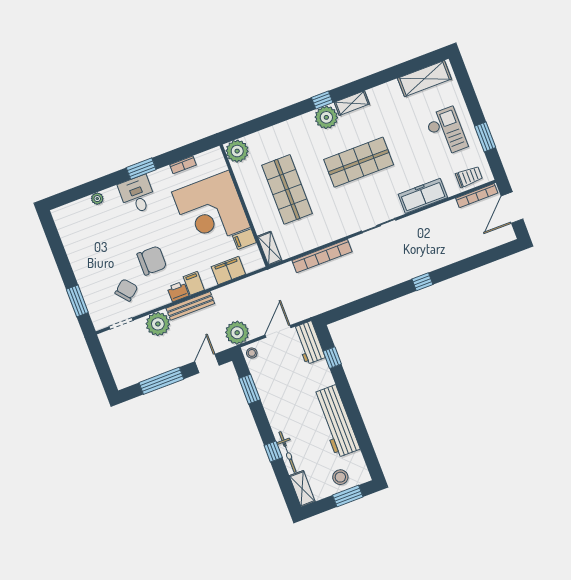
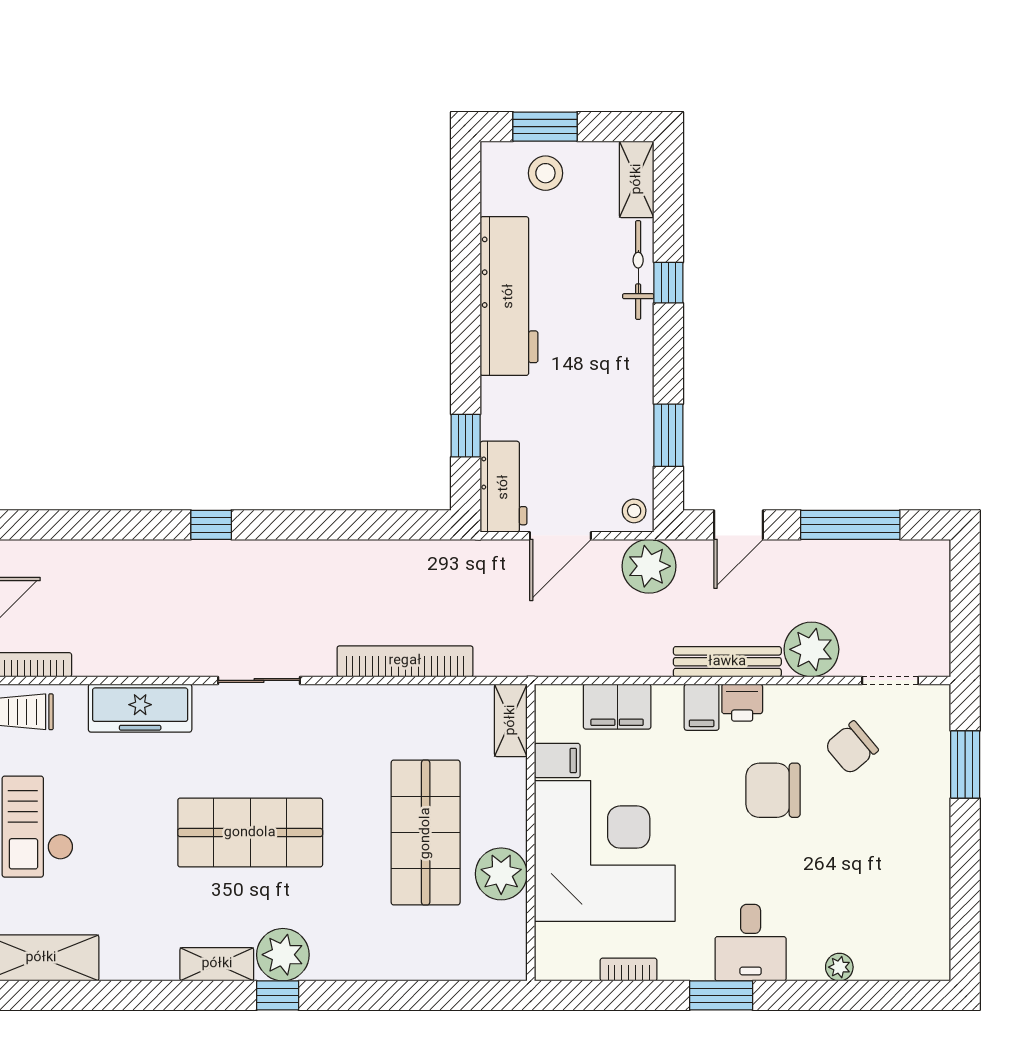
plant: (237, 151) -> (501, 874), moved

